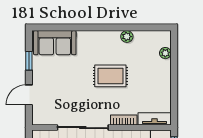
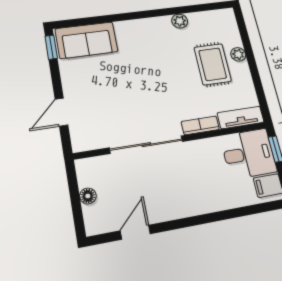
plant: (165, 53) -> (238, 54), moved
window: (29, 61) -> (51, 47), moved
rug: (110, 76) -> (213, 64), moved, turned 90

